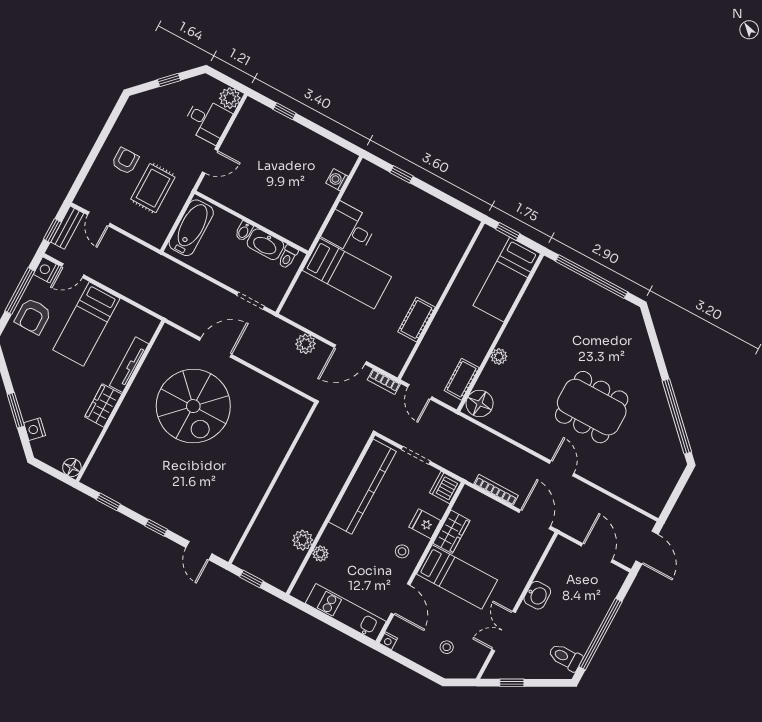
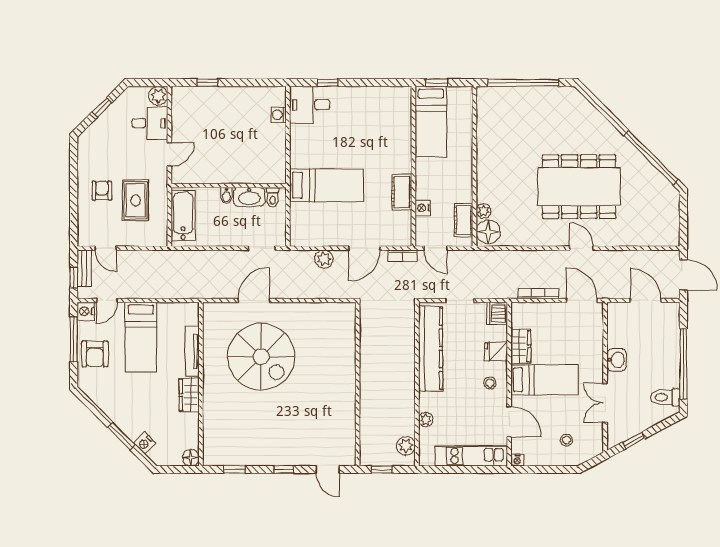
desk: (349, 229) -> (310, 105), moved
bed: (507, 280) -> (431, 121), moved
nightstand: (428, 346) -> (423, 208), added
plant: (499, 357) -> (483, 211), moved
dining table: (592, 407) -> (579, 187), width x1.36, depth x1.24
plant: (303, 540) -> (406, 446), moved

